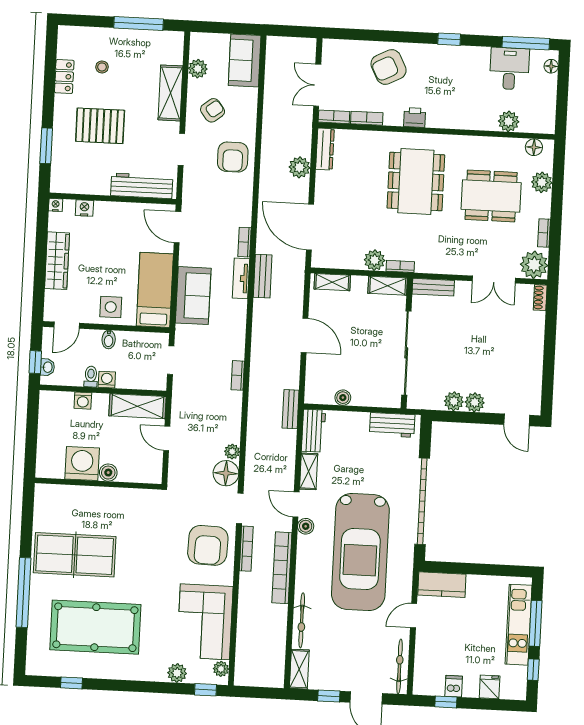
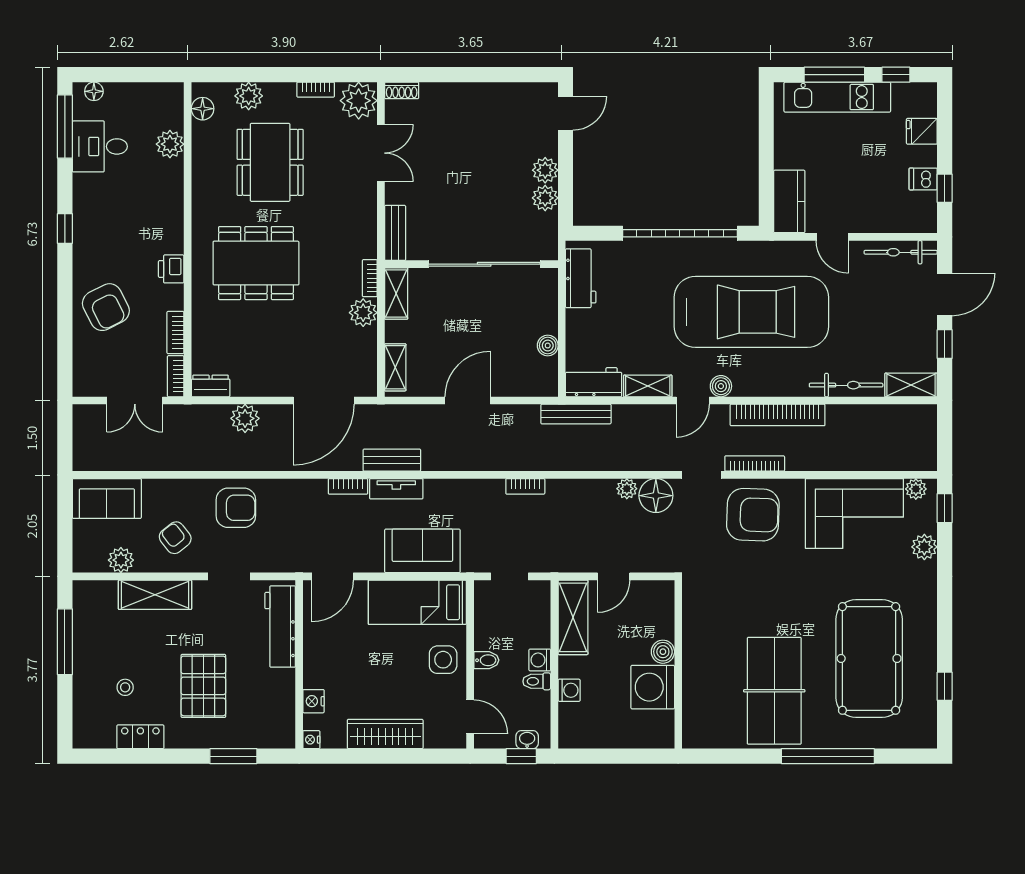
dresser: (325, 149) -> (211, 386), width x0.70
bench: (291, 409) -> (576, 414), width x1.36

